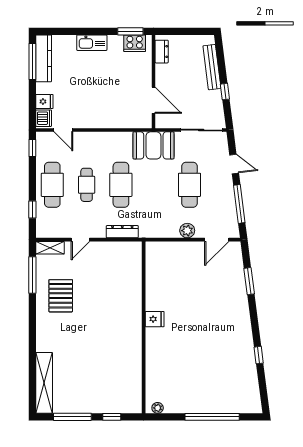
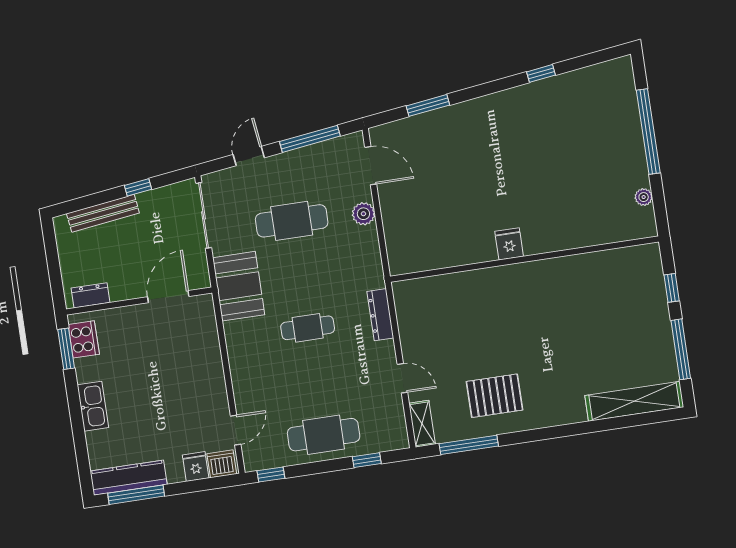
cafe table: (87, 185) -> (316, 381), removed
cafe table: (121, 185) -> (308, 328), width x0.73, depth x0.74
plant: (158, 408) -> (644, 197), moved

